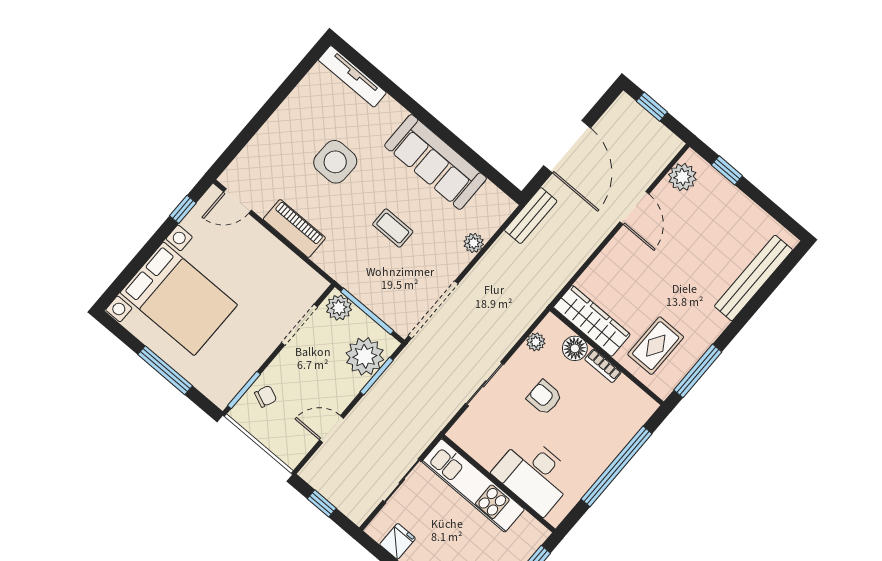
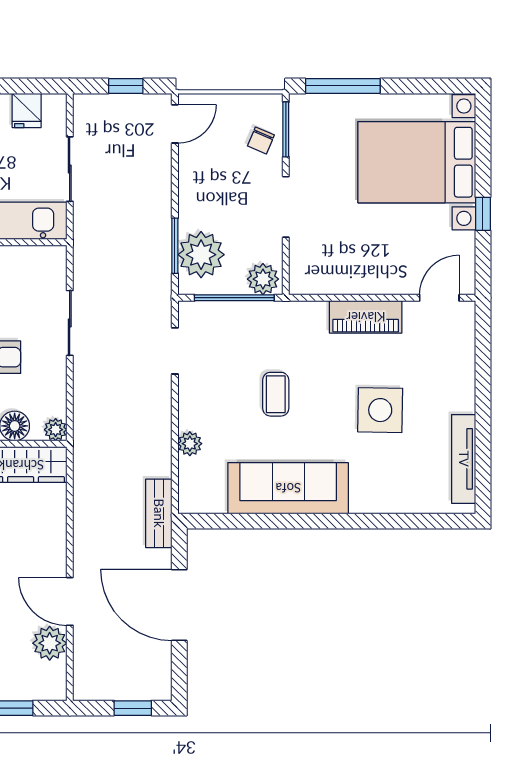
tv unit: (352, 76) -> (464, 459), moved, turned -90
plant: (682, 177) -> (50, 643), moved
window: (183, 209) -> (483, 214), moved
coffee table: (393, 228) -> (276, 394), turned 90
doorway: (433, 310) -> (175, 351), width x0.53
doorway: (299, 325) -> (286, 207), moved
plant: (536, 342) -> (56, 430), moved
window: (165, 370) -> (343, 86), moved
door: (332, 429) -> (175, 124), moved

